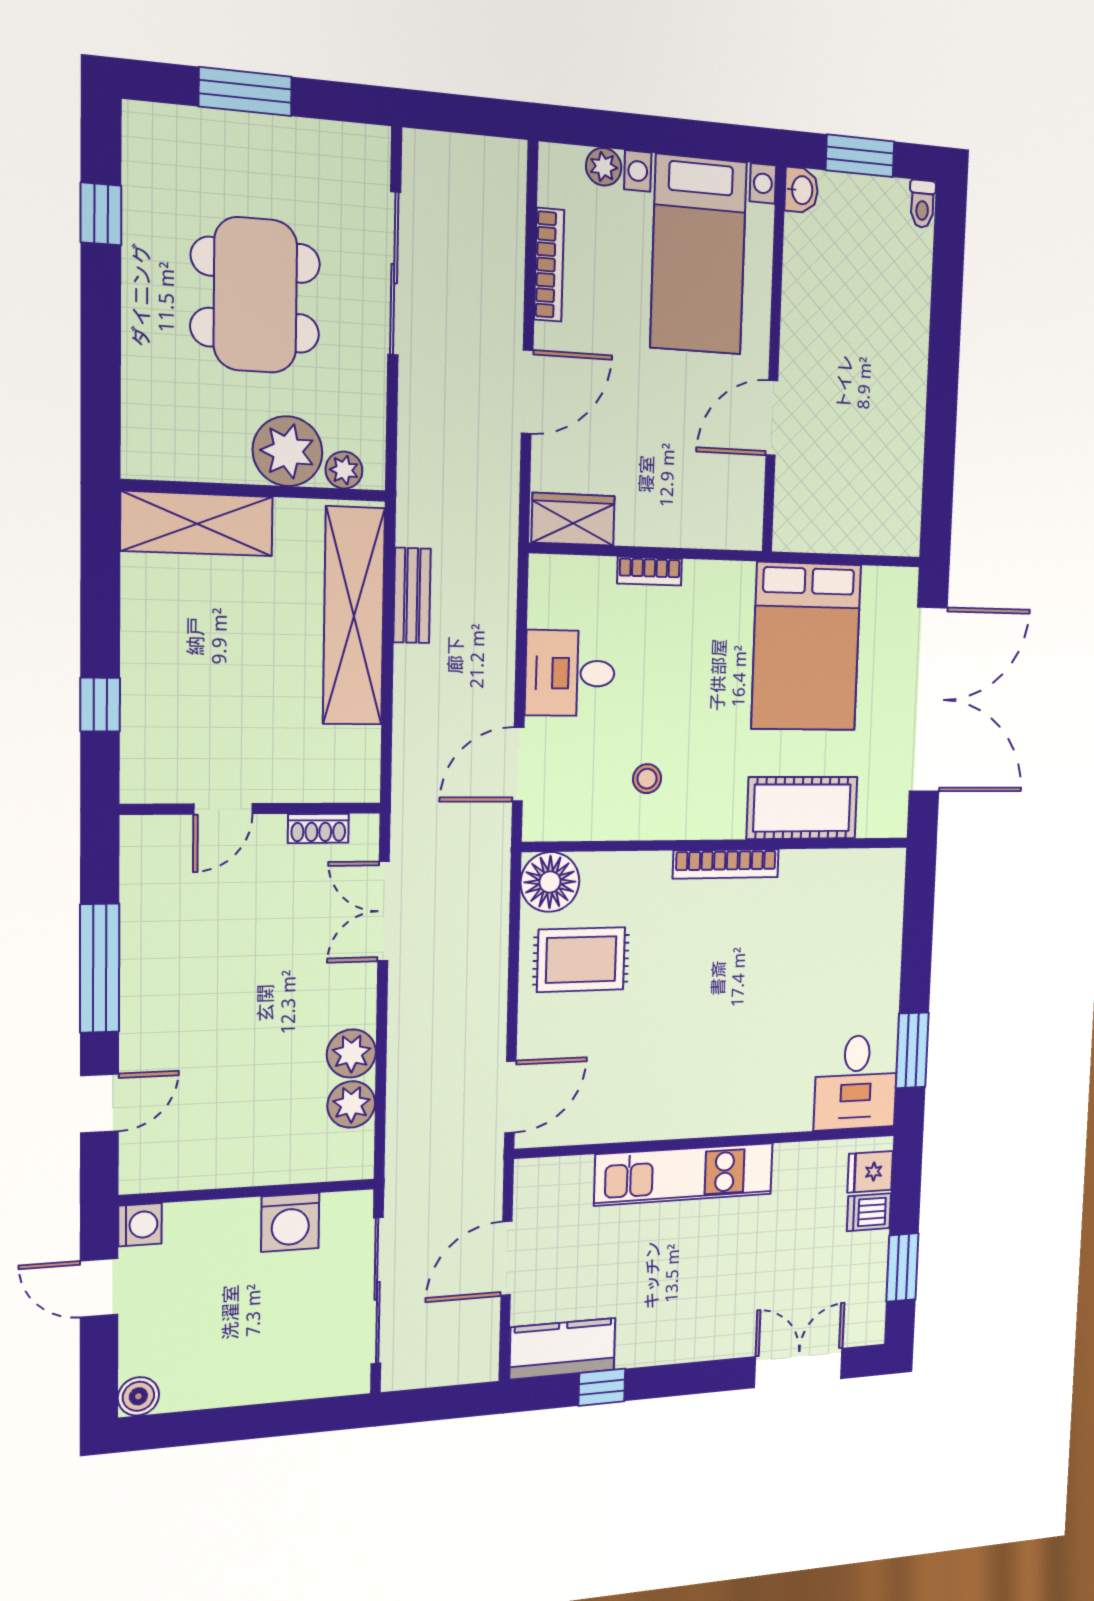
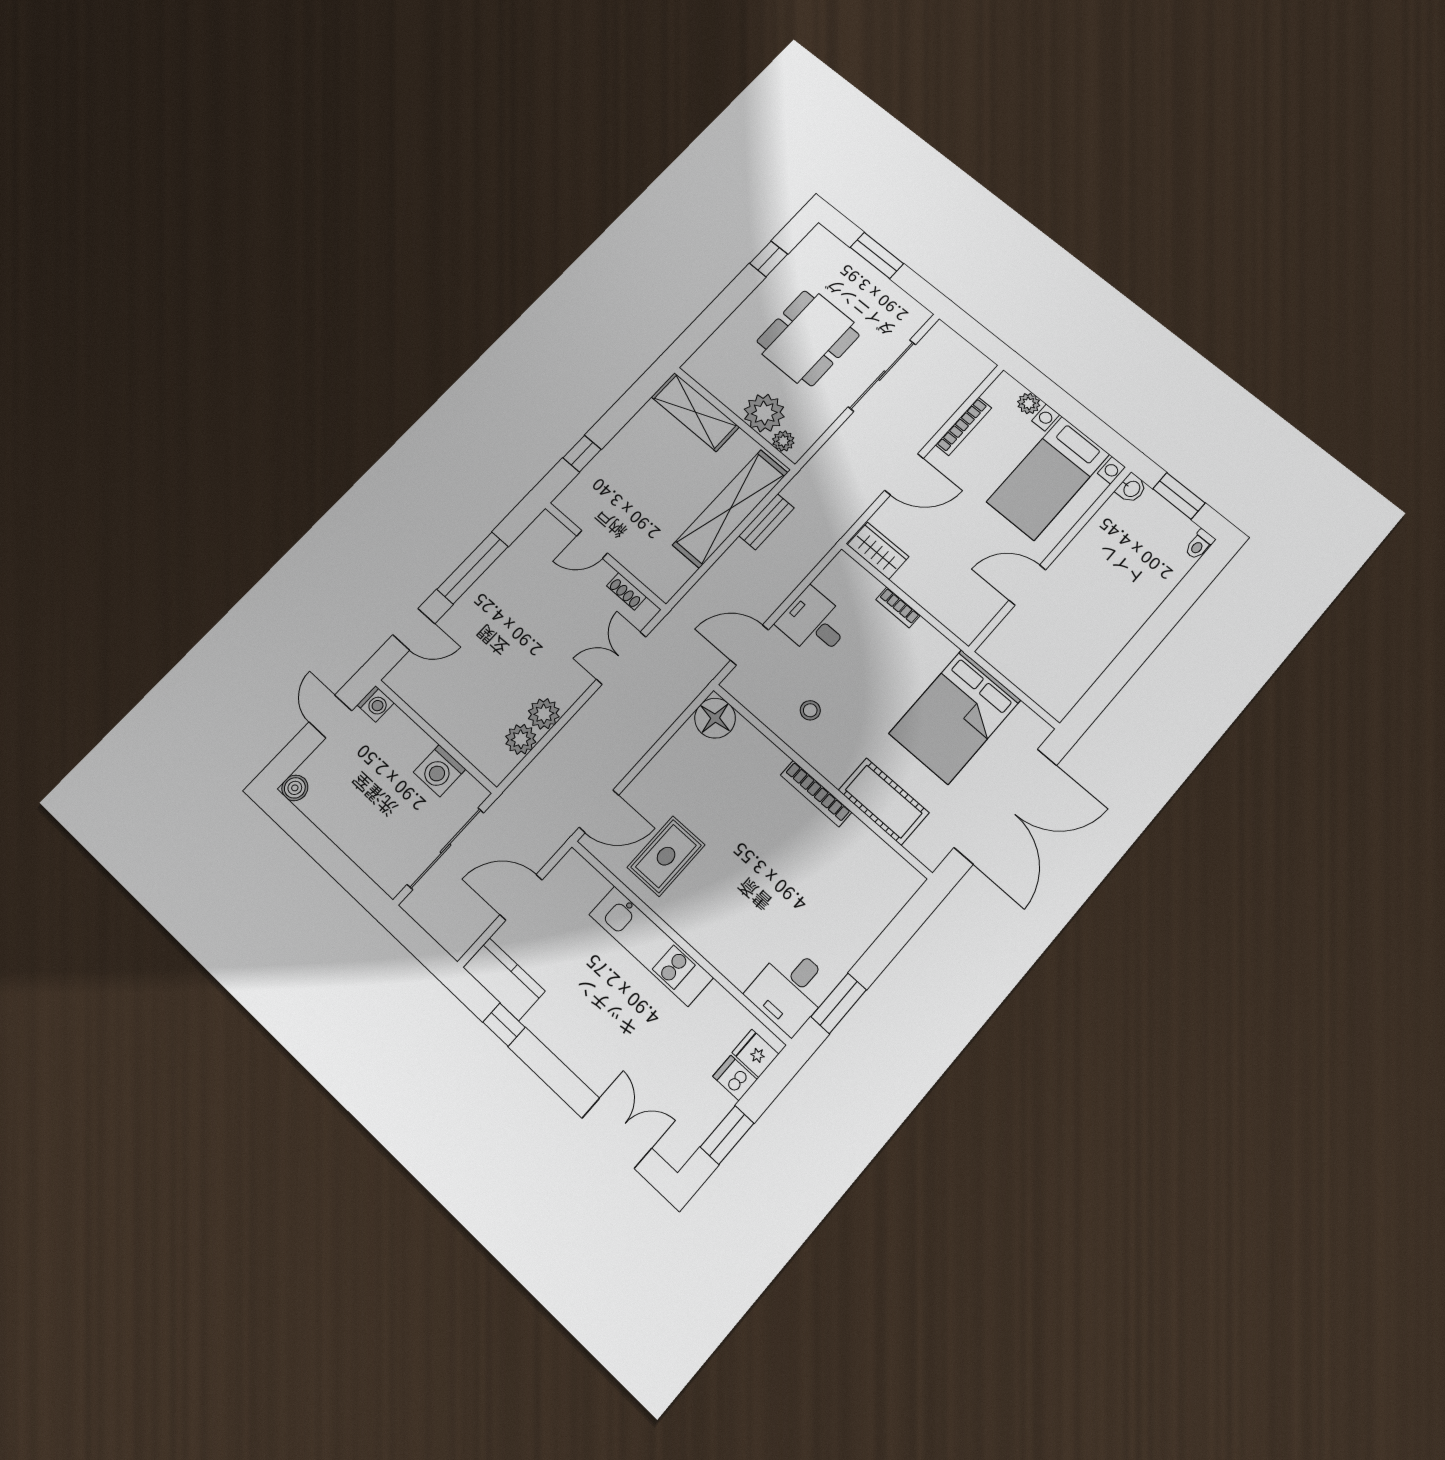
rug: (581, 960) -> (666, 856), moved, turned 90

